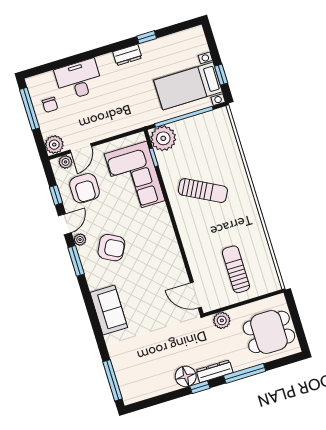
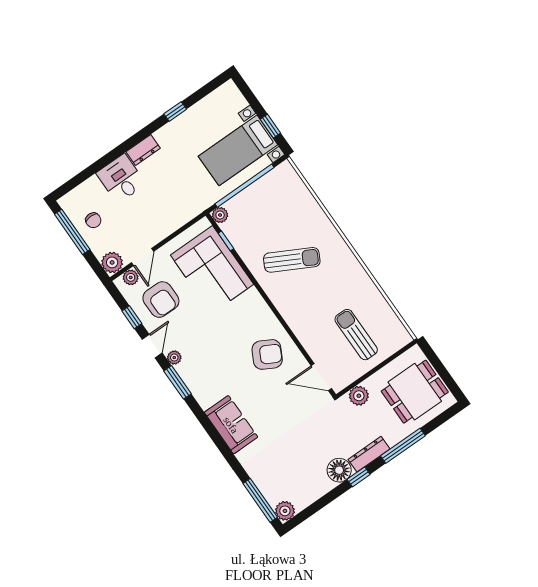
dresser: (127, 55) -> (143, 150), moved
desk: (79, 80) -> (121, 179), width x0.73
plant: (163, 138) -> (220, 215), width x0.53, depth x0.53
armchair: (111, 248) -> (267, 354), moved
plant: (130, 395) -> (285, 511), added

